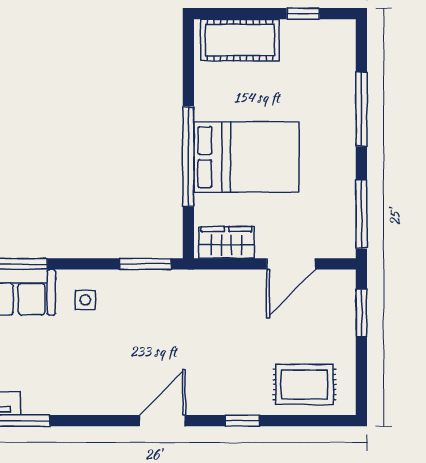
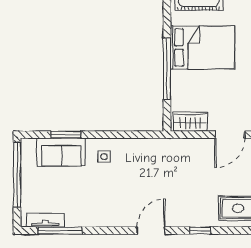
bed: (246, 157) -> (202, 48), moved
window: (145, 264) -> (141, 135), removed

